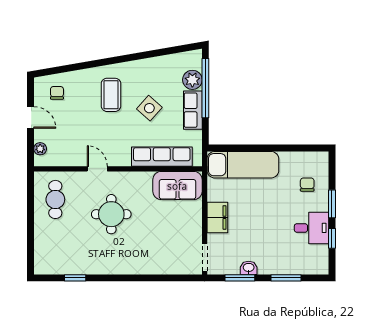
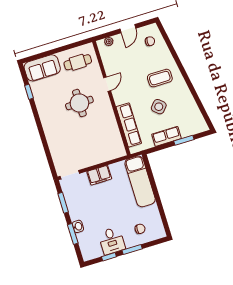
plant: (192, 80) -> (187, 130), removed
window: (205, 88) -> (184, 140), width x0.47
sofa: (177, 186) -> (42, 68), moved, turned -90
washbasin: (249, 268) -> (78, 226), moved

